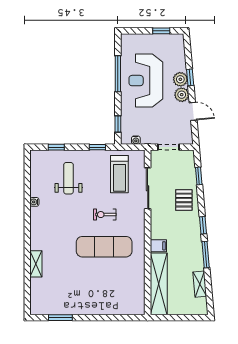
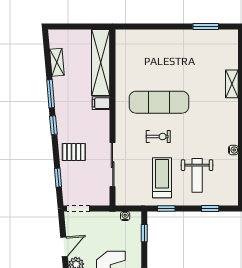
door: (193, 111) -> (64, 247), swing flipped
doorway: (168, 147) -> (78, 208), moved
treadmill: (119, 174) -> (162, 178), moved
pallet: (184, 200) -> (74, 152), turned 90

